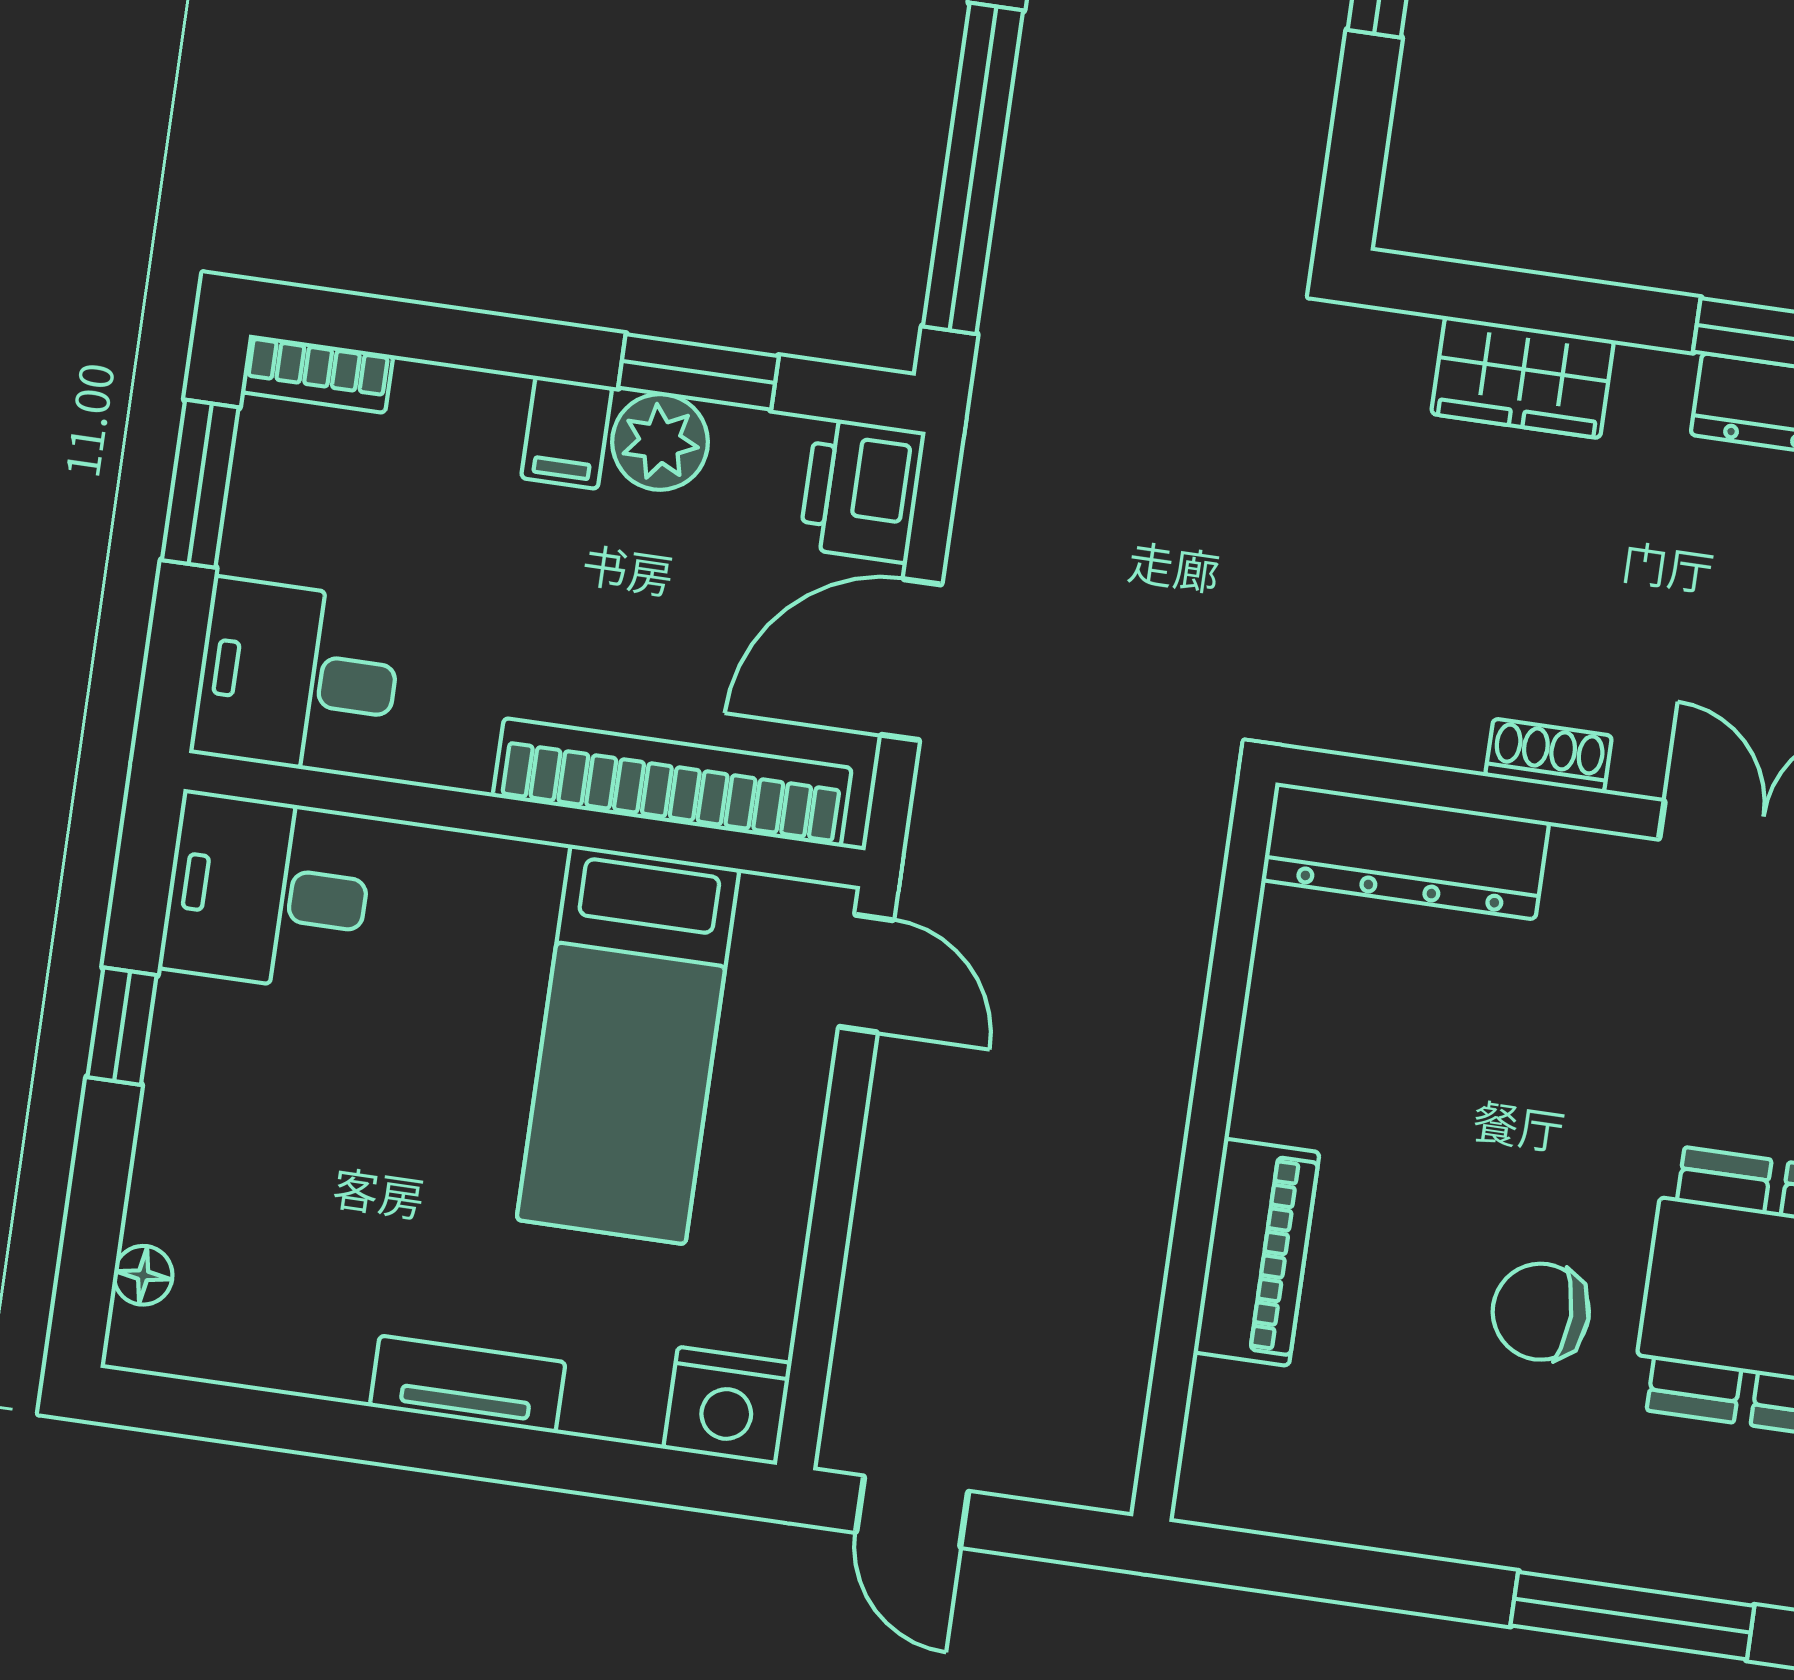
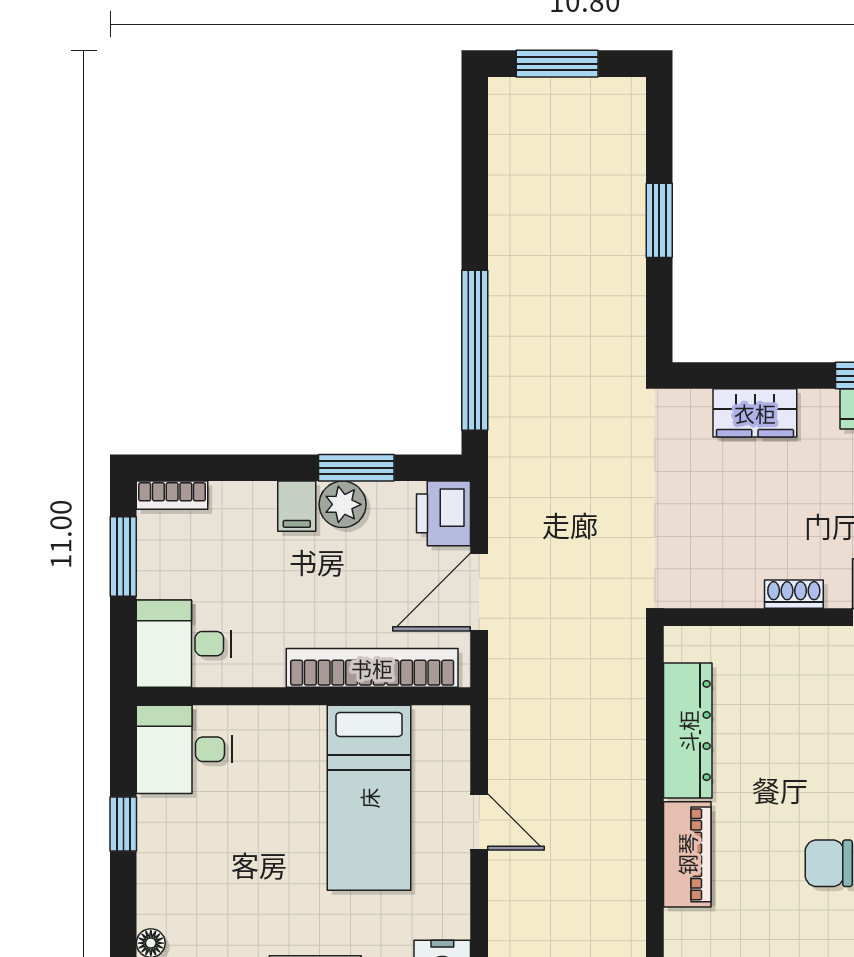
dresser: (1405, 851) -> (688, 731), moved, turned -90
door: (866, 974) -> (479, 822), moved

